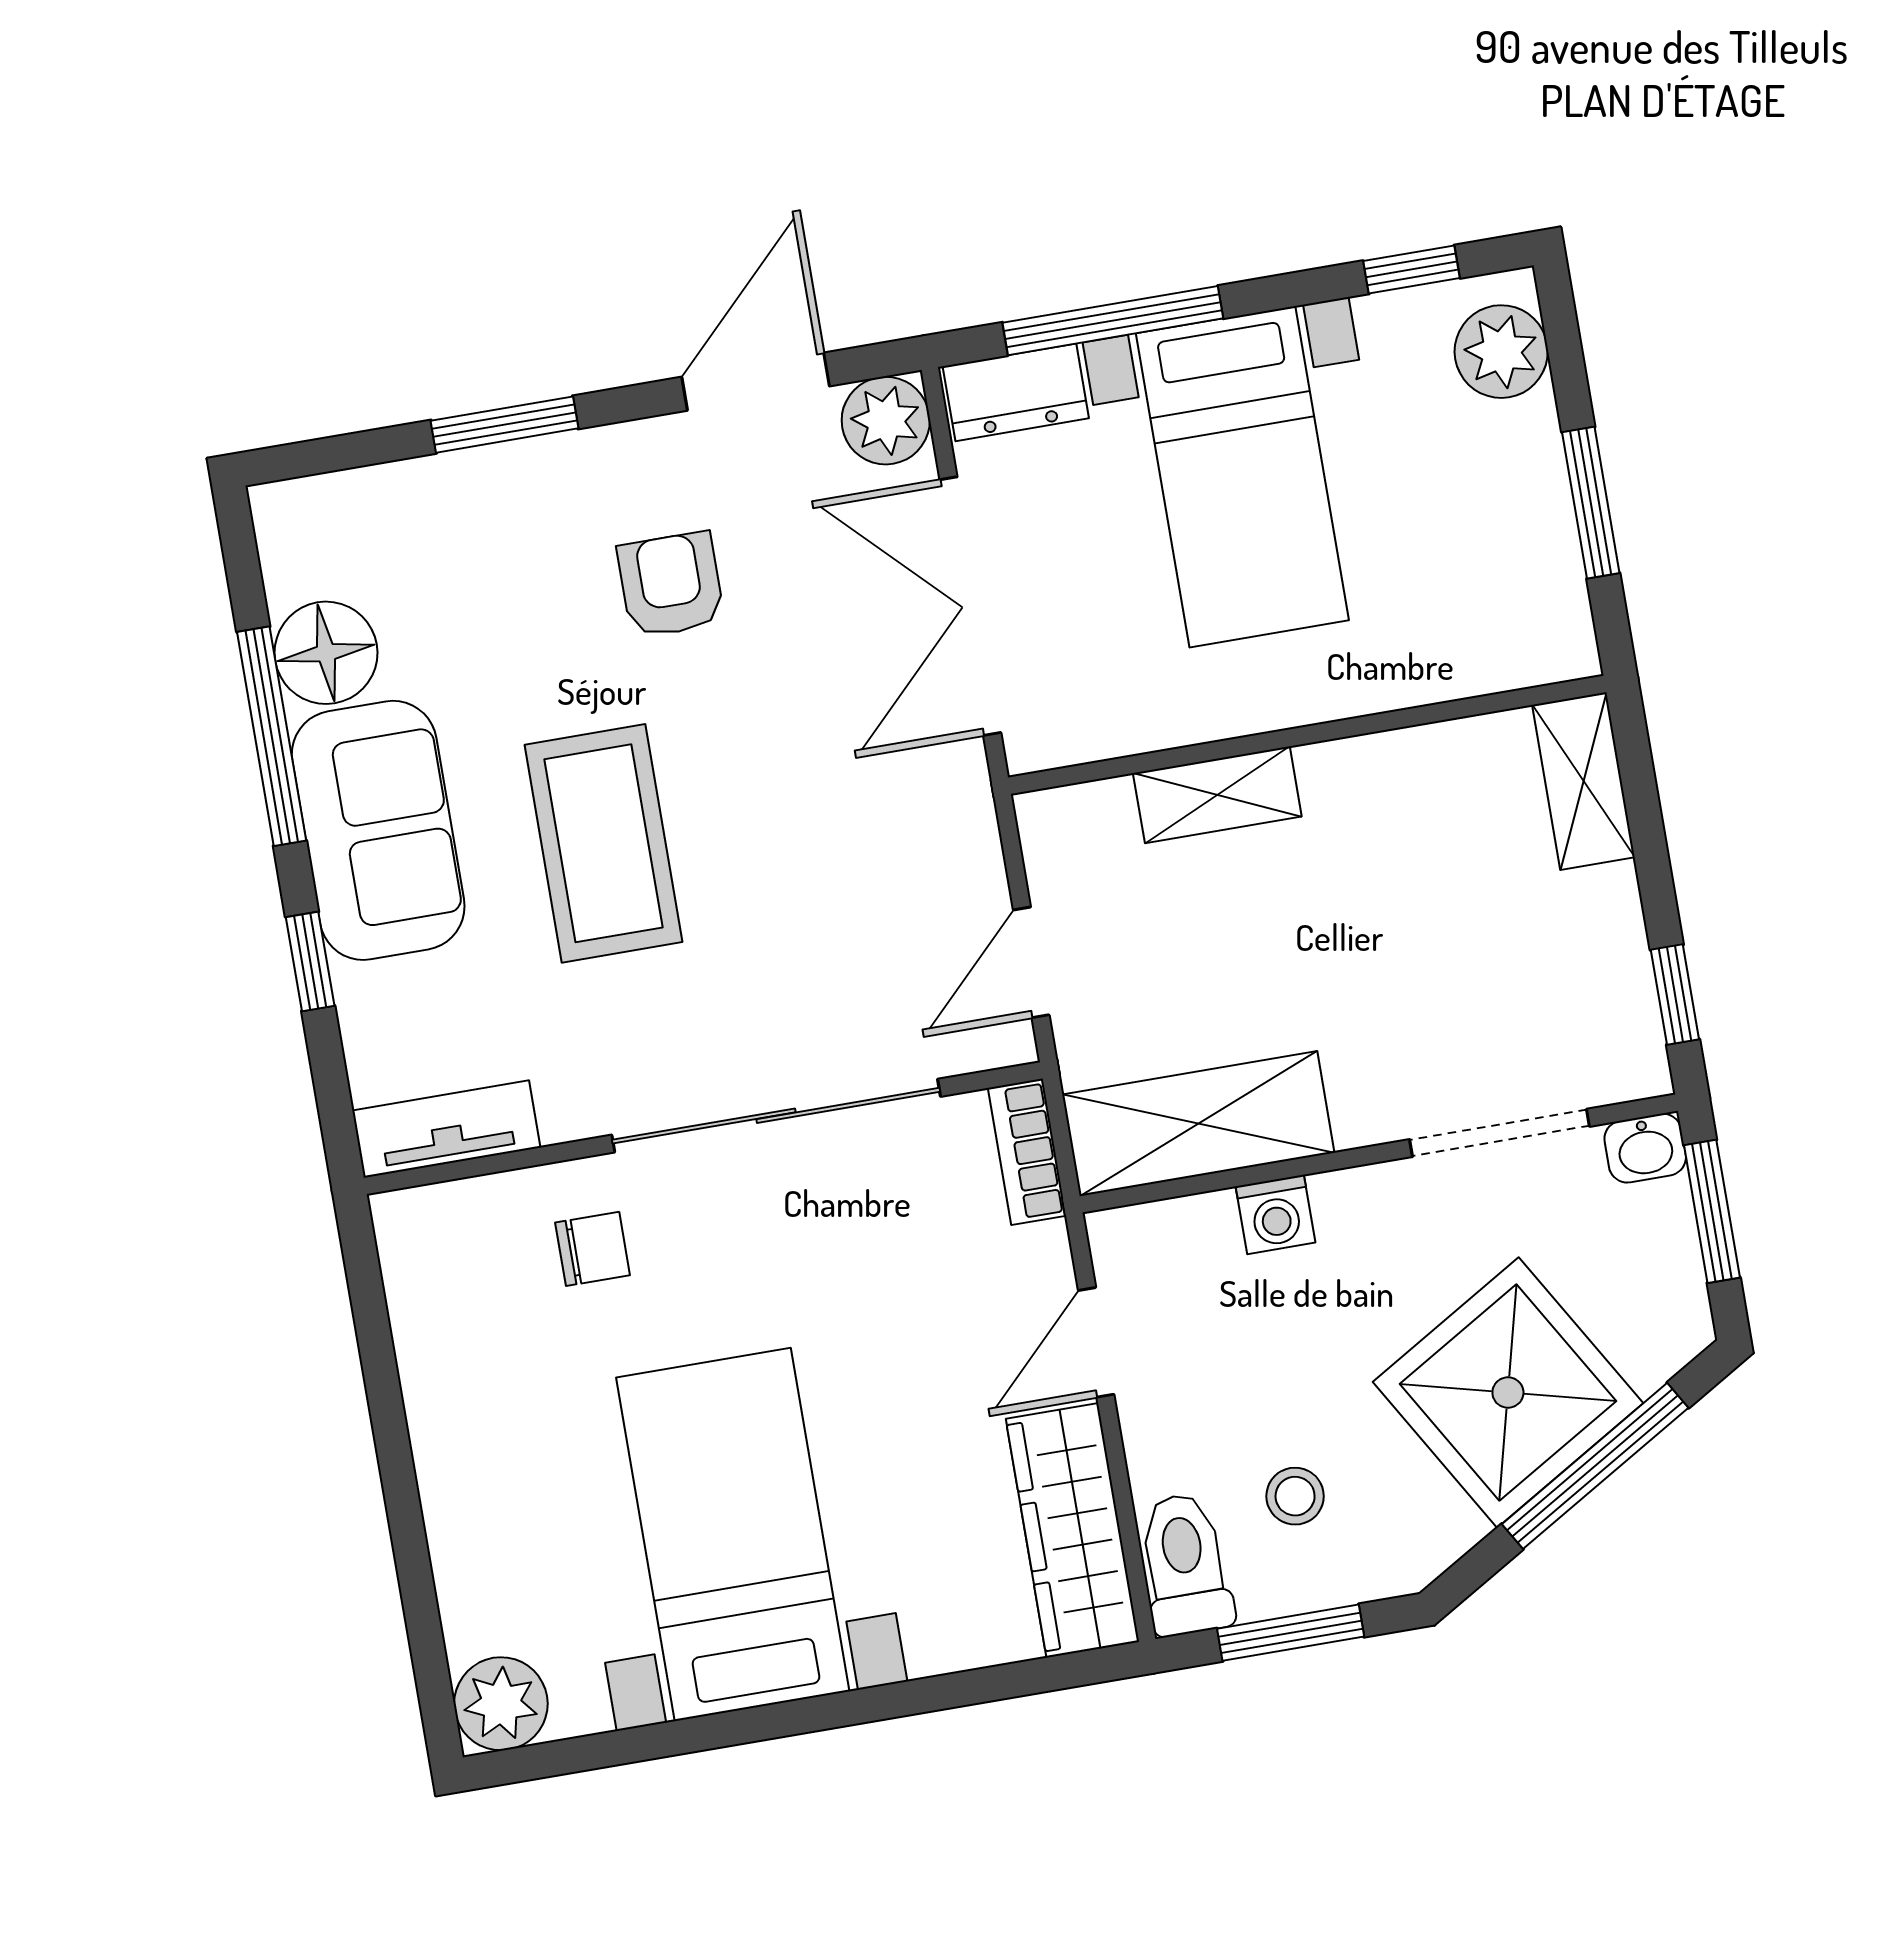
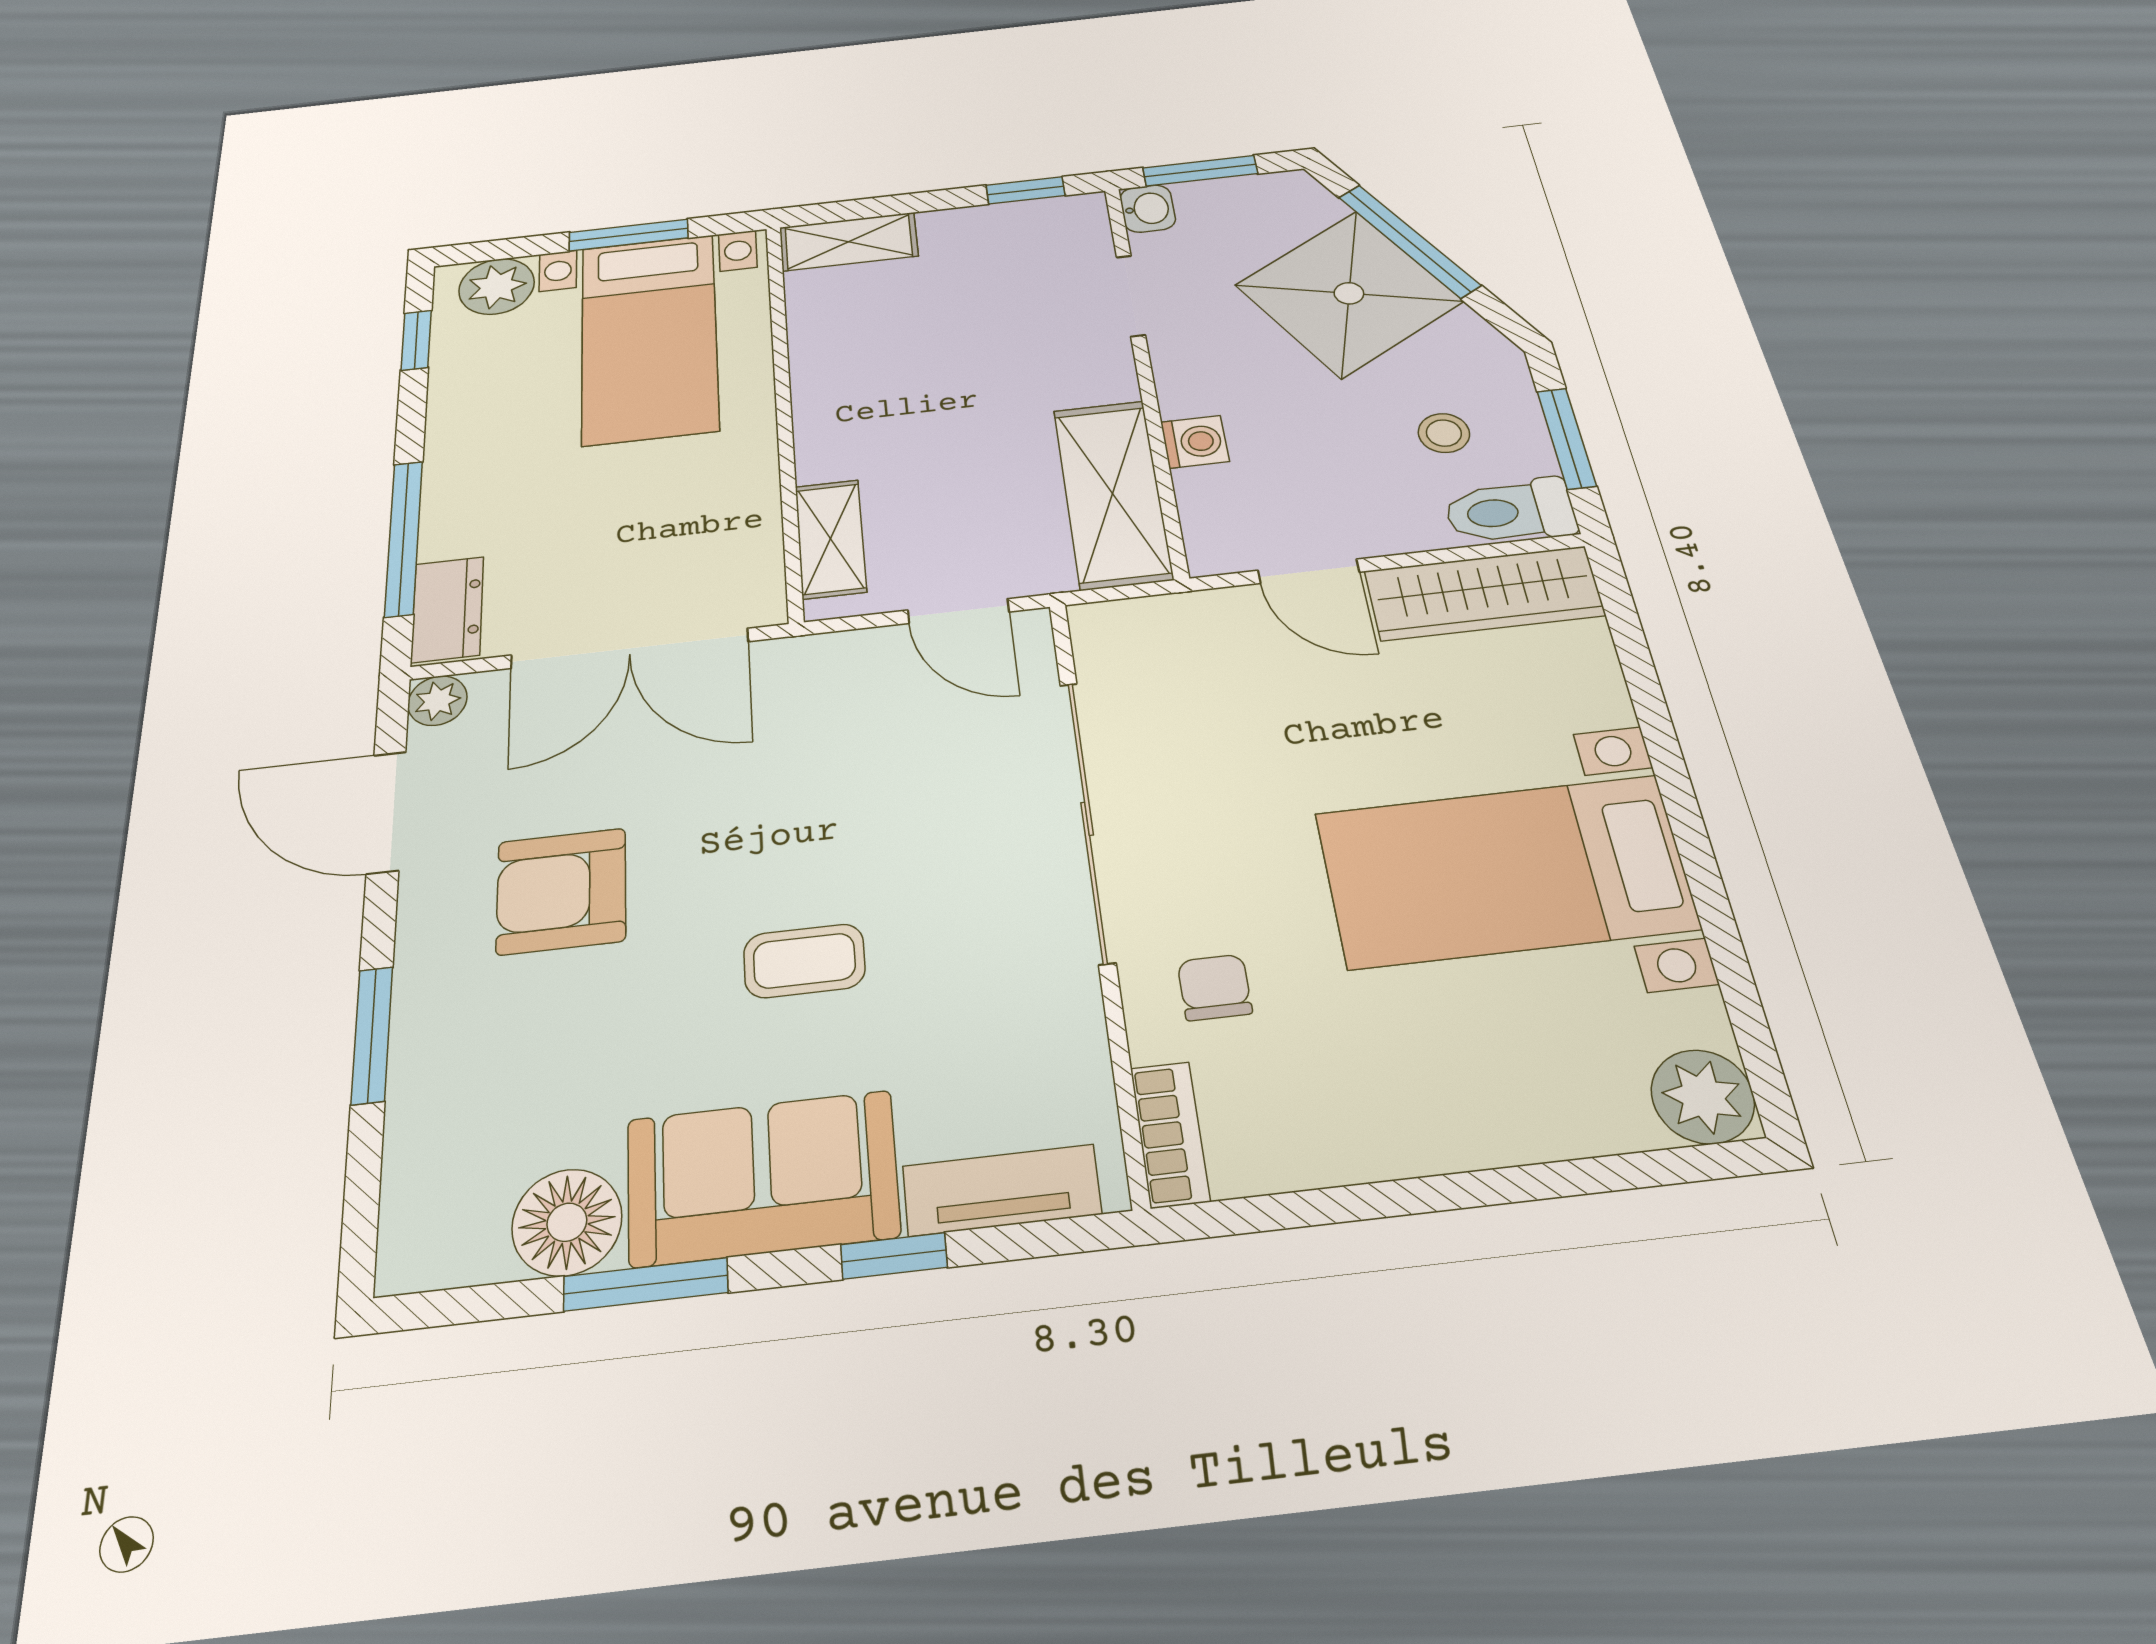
plant: (886, 421) -> (437, 701), width x0.73, depth x0.73
bed with nightstands: (1242, 477) -> (649, 337), moved, turned 90
armchair: (671, 585) -> (561, 891), width x1.38, depth x1.38
window: (272, 736) -> (646, 1284), width x0.69
shelving: (1217, 795) -> (831, 539), moved
coffee table: (603, 843) -> (804, 961), width x0.54, depth x0.58
tv unit: (446, 1129) -> (1002, 1190), moved, turned 90
doorway: (1500, 1133) -> (1131, 296), width x0.73
bookcase: (1027, 1152) -> (1170, 1134), moved, turned -90

